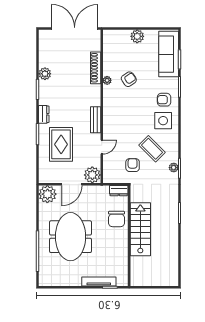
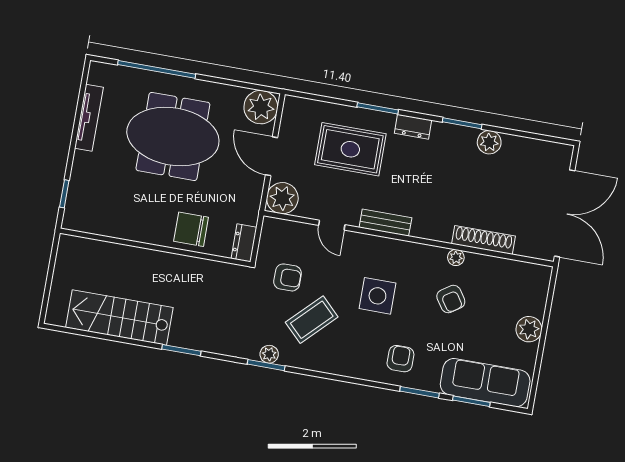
side table: (163, 121) -> (377, 296), moved
stairs: (140, 229) -> (119, 317), moved, turned 180
tv unit: (99, 282) -> (89, 118), moved

